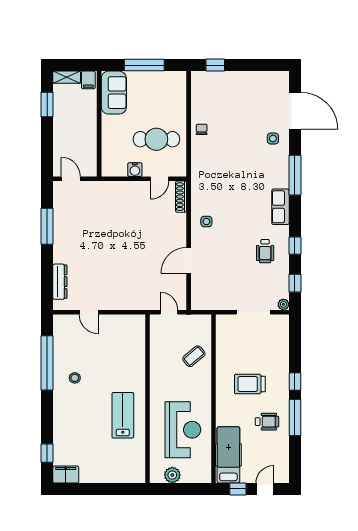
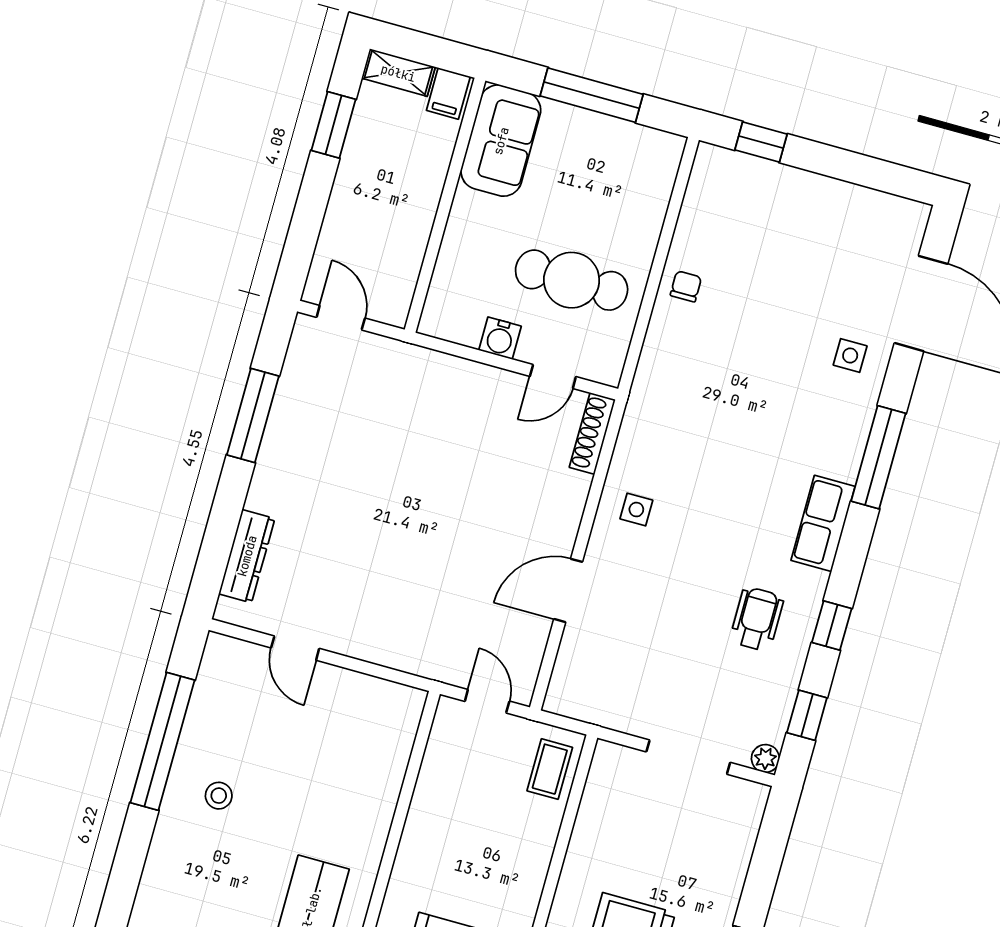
wheelchair: (265, 251) -> (757, 619), turned 180
coffee table: (194, 356) -> (550, 769), moved, turned -50

